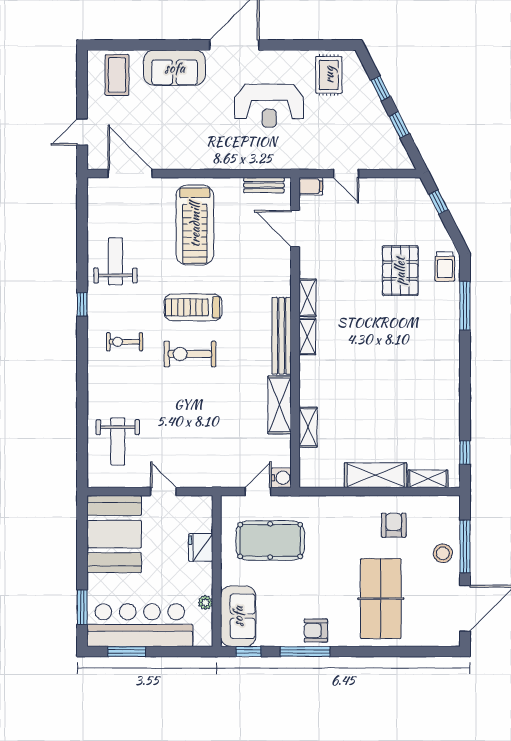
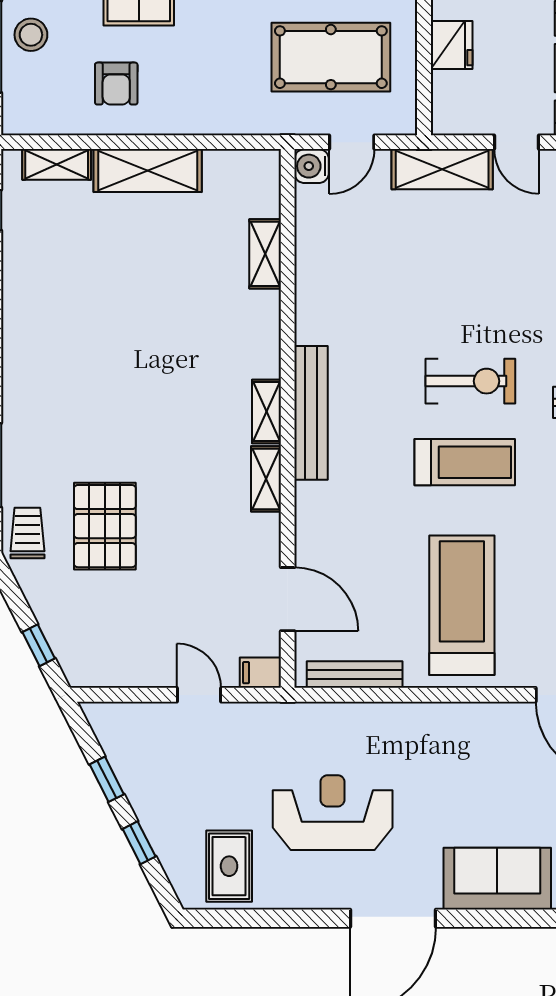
bench: (264, 185) -> (355, 675), width x1.36
shelving: (280, 405) -> (442, 169), moved, turned 90

